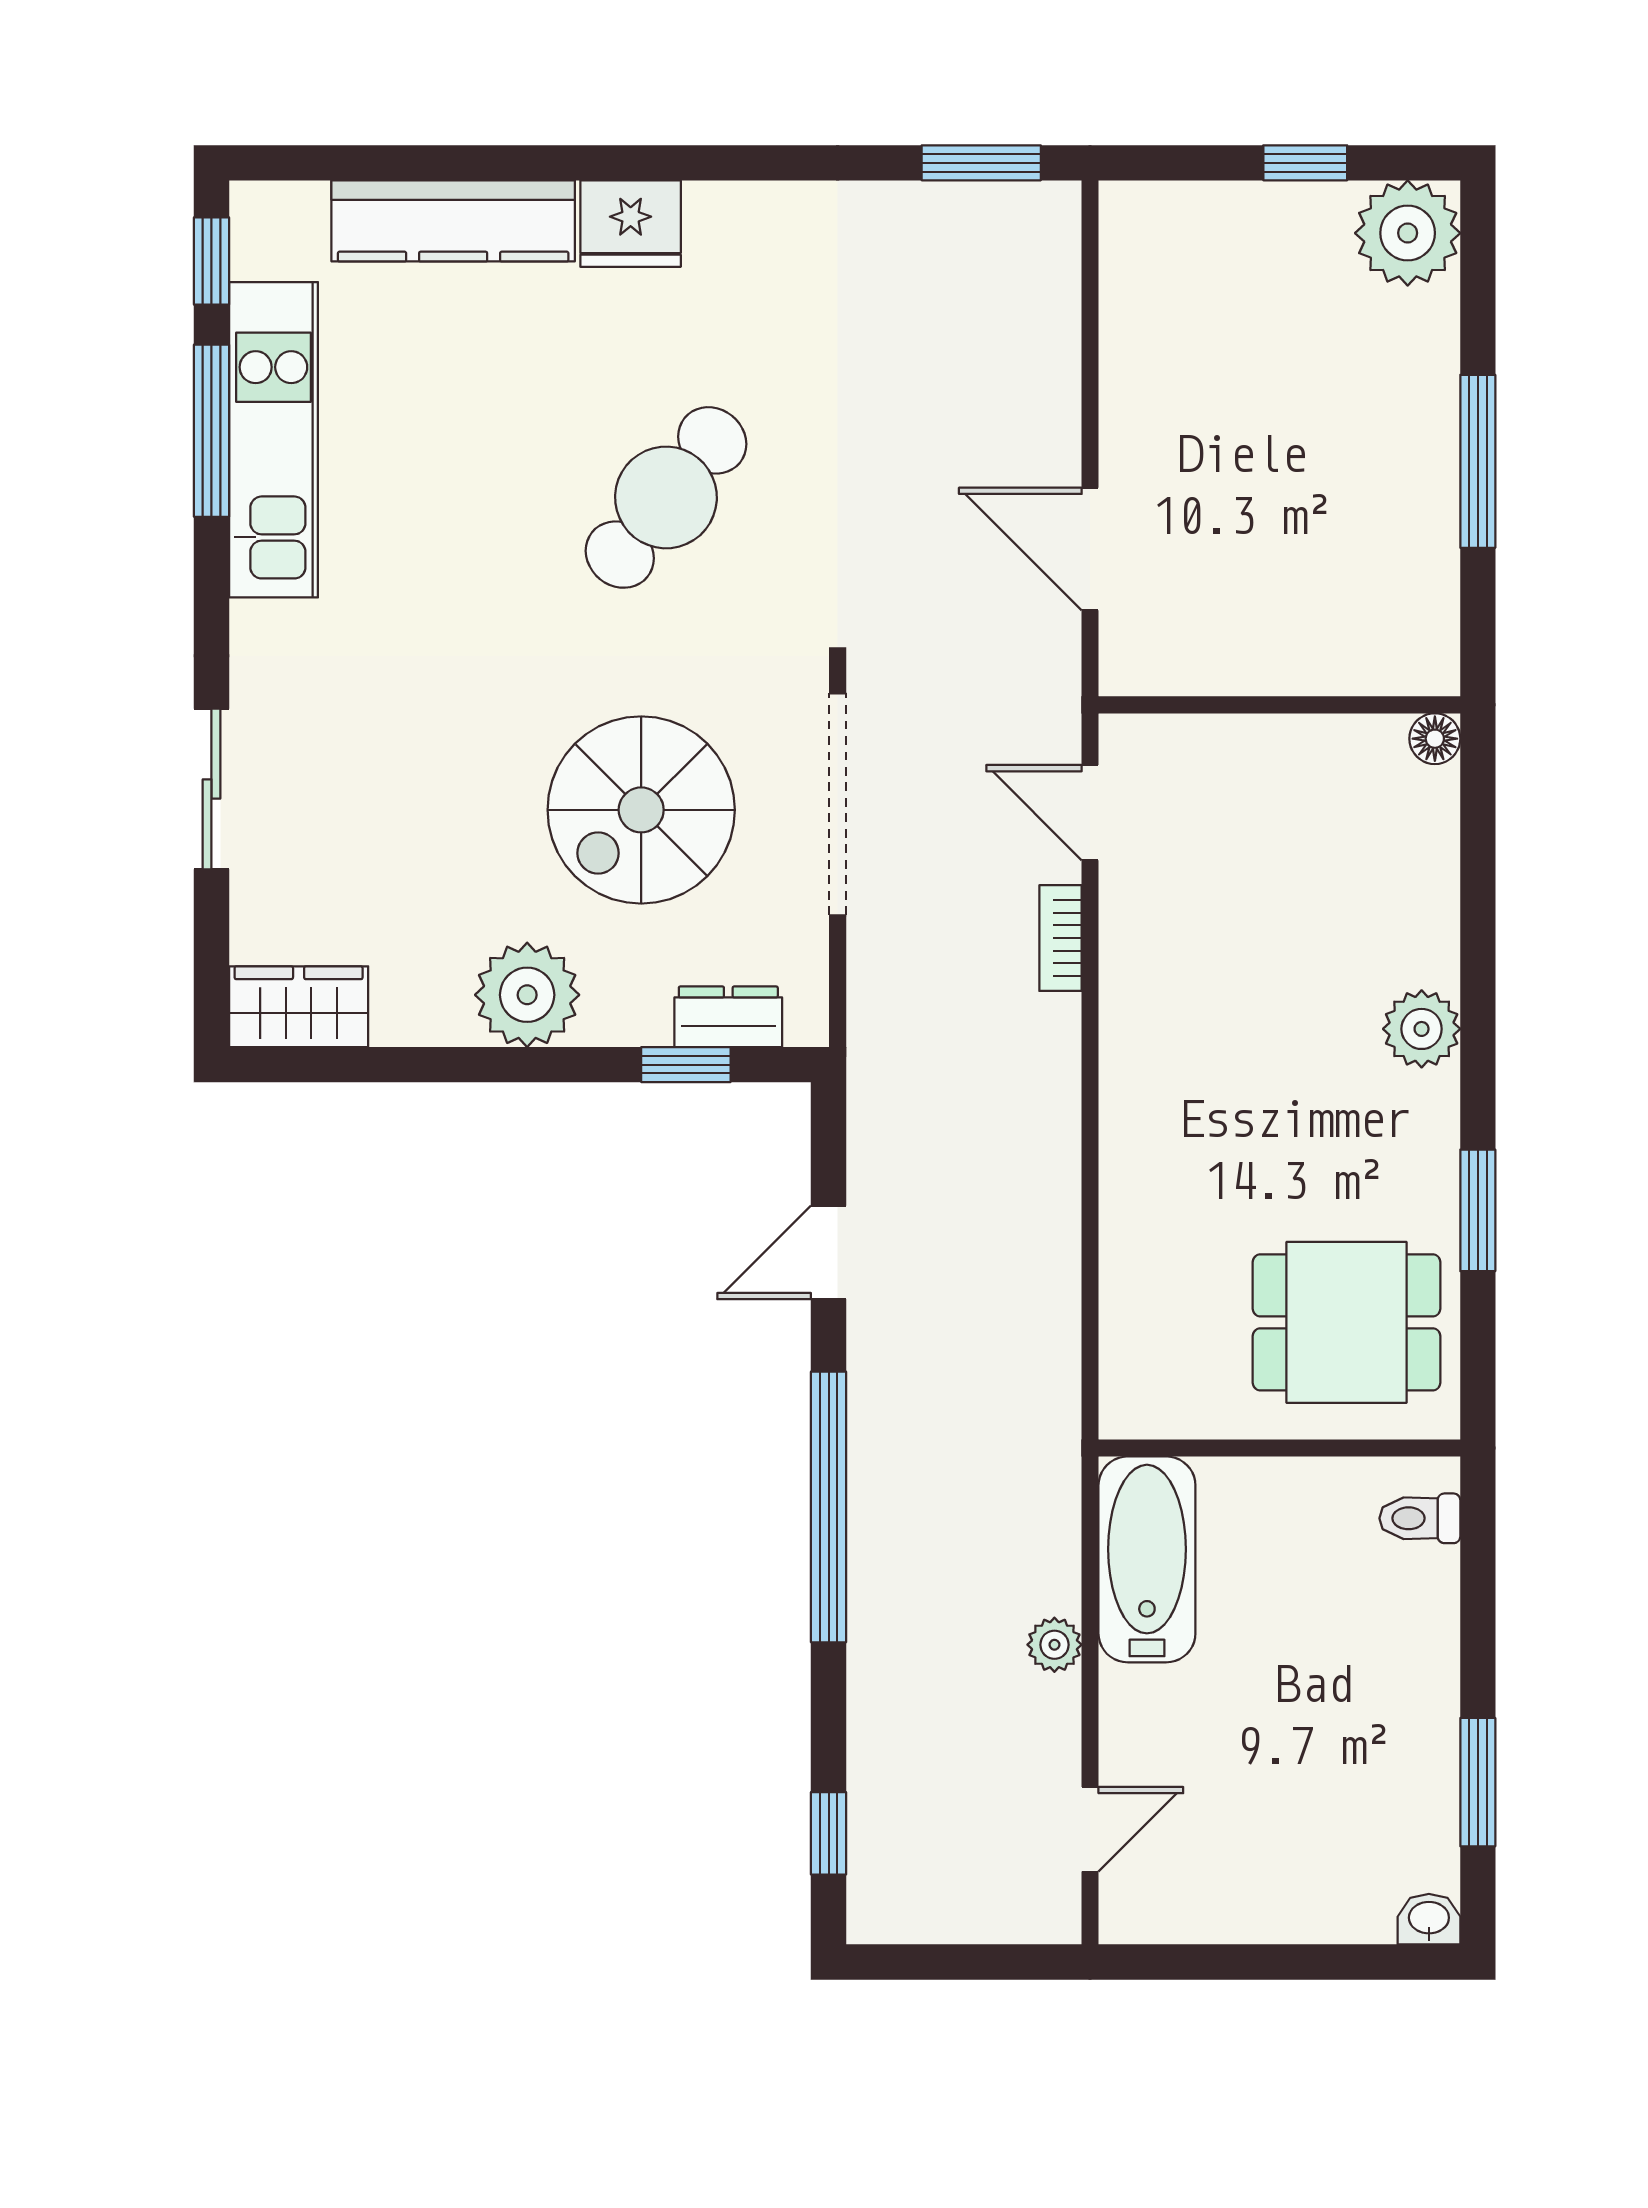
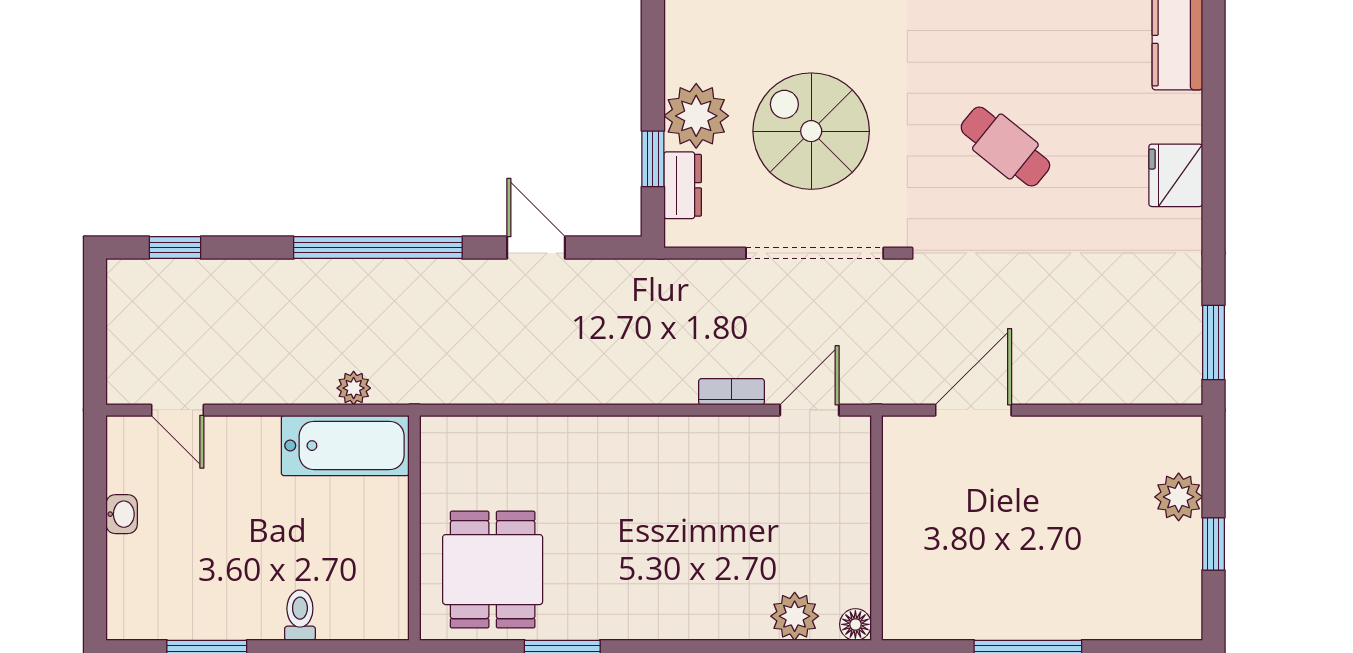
fridge: (631, 224) -> (1176, 175), moved
plant: (1408, 233) -> (1179, 497), moved, width x0.73, depth x0.73
cafe table: (666, 497) -> (1005, 147), width x0.73, depth x0.74
plant: (527, 995) -> (696, 116), moved
plant: (1422, 1029) -> (795, 616), moved
toilet: (1420, 1518) -> (300, 615), moved
plant: (1054, 1645) -> (354, 388), moved
washbasin: (1429, 1919) -> (122, 514), moved

